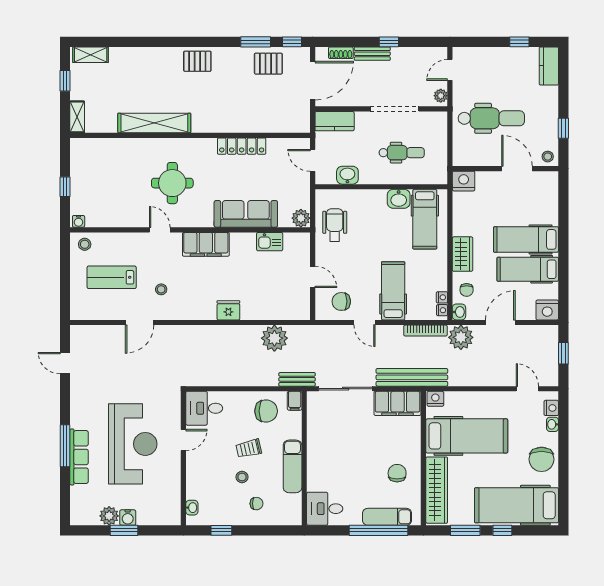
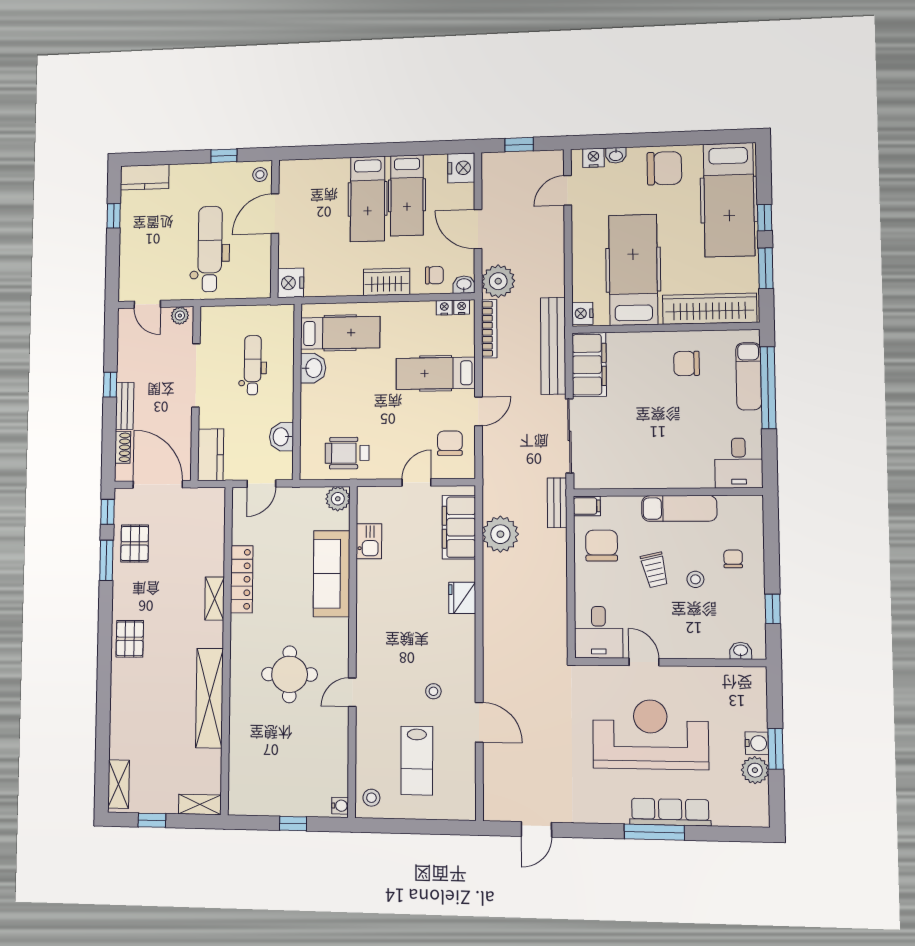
shelving: (227, 126) -> (215, 599), added
filing cabinet: (206, 244) -> (459, 527), moved, turned 180
chair: (341, 301) -> (450, 443), turned 180

